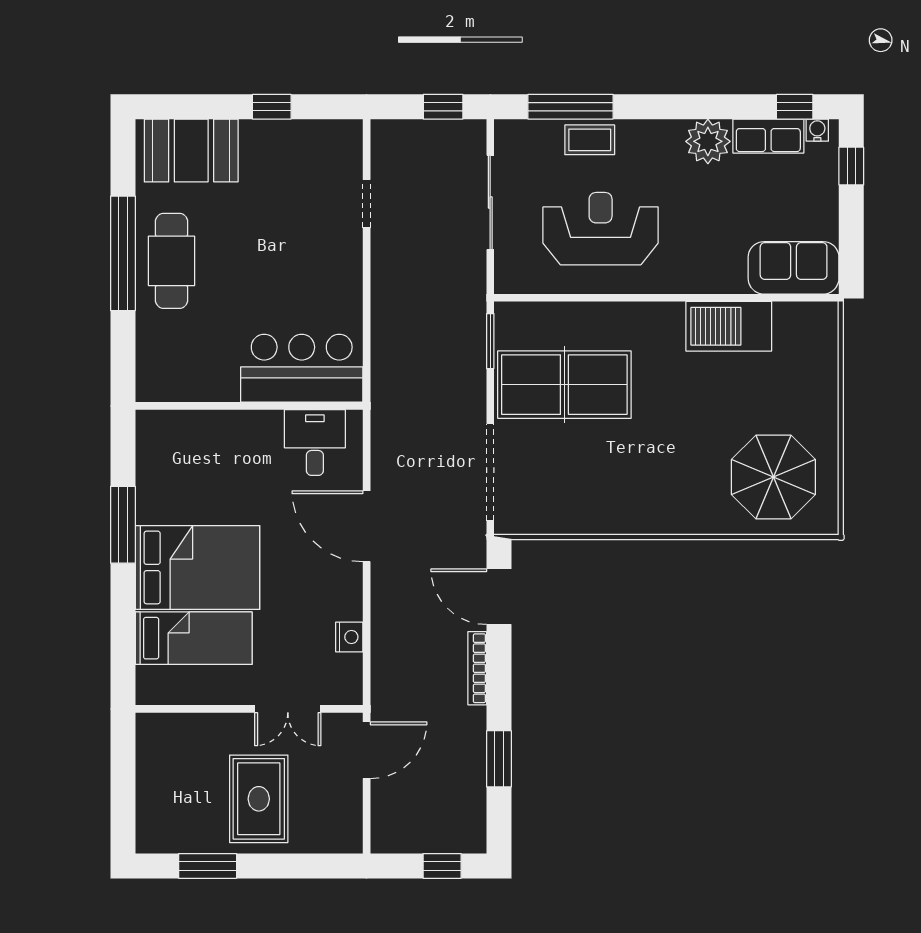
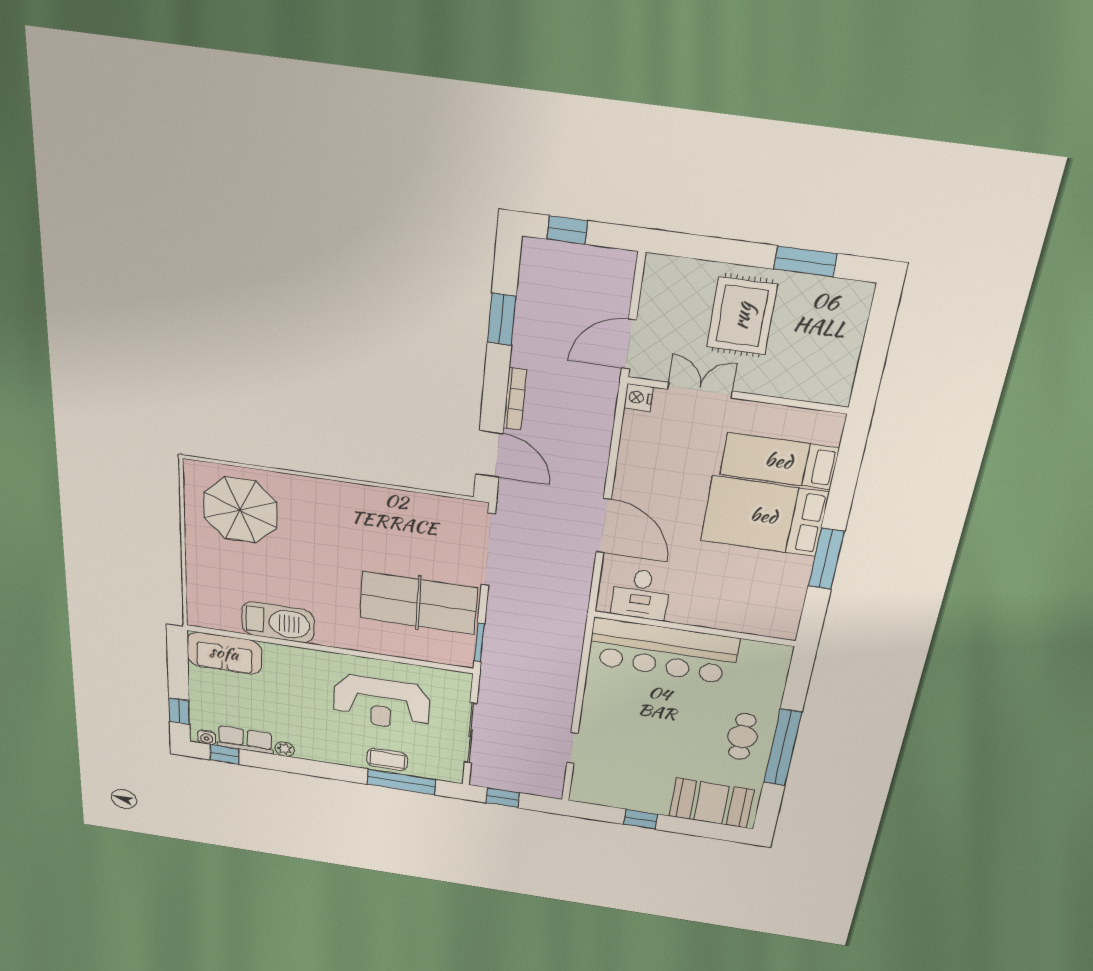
plant: (708, 141) -> (285, 749), width x0.53, depth x0.53
cafe table: (172, 261) -> (742, 737), width x0.73, depth x0.74
bar counter: (302, 368) -> (663, 651), width x1.36
nightstand: (349, 637) -> (638, 398), moved

